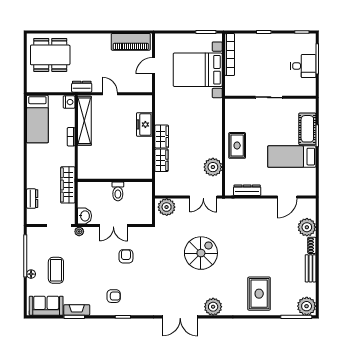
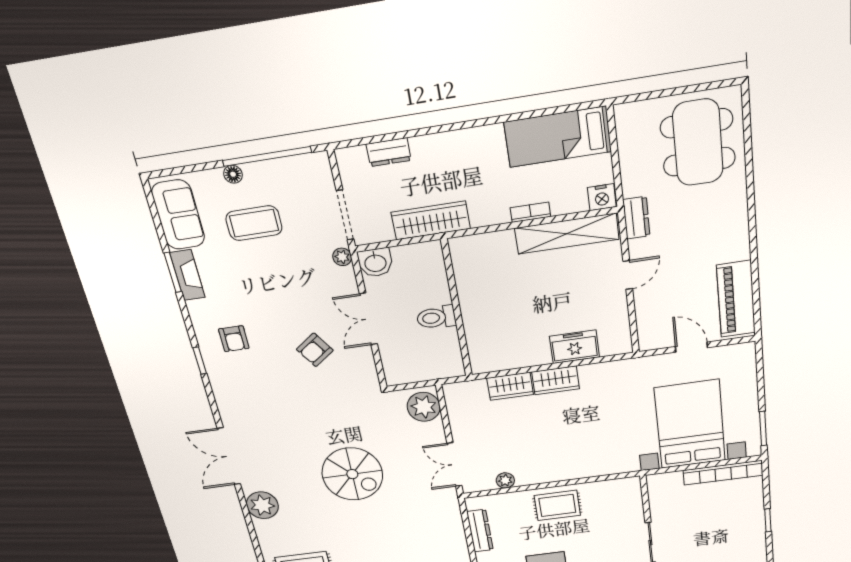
plant: (213, 167) -> (505, 480), width x0.53, depth x0.53
armchair: (126, 256) -> (315, 350), turned 145

